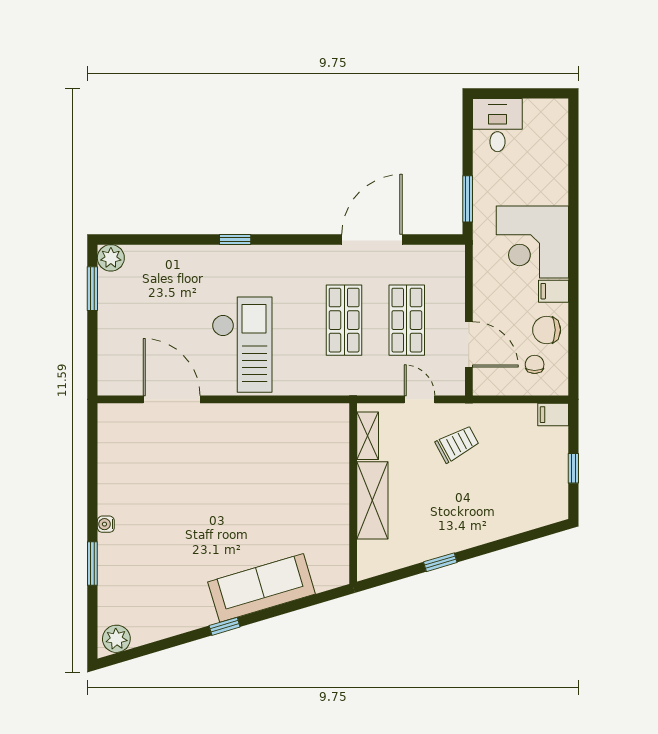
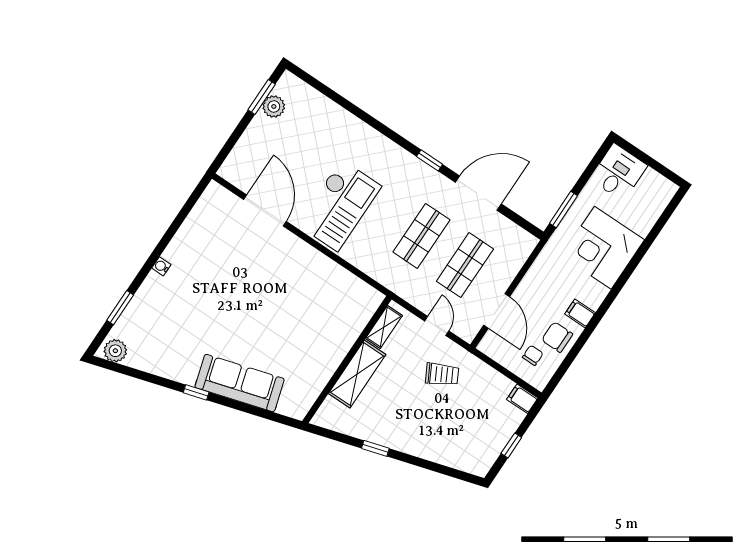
window: (235, 239) -> (430, 160), moved
corner desk: (532, 242) -> (603, 248), moved
plant: (111, 258) -> (274, 107), moved
window: (92, 563) -> (120, 308), moved

